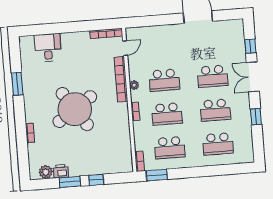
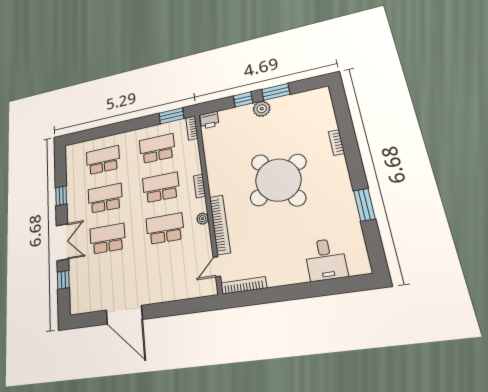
printer: (61, 171) -> (209, 120), moved
plant: (46, 172) -> (262, 109), moved

